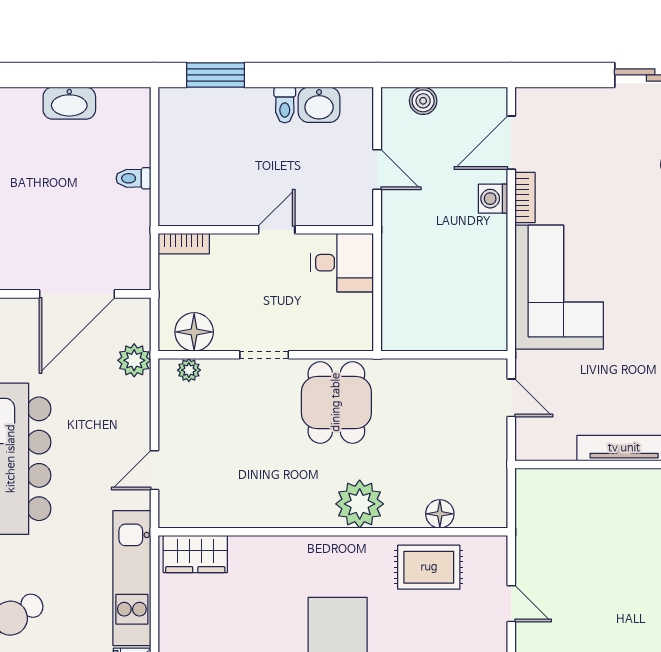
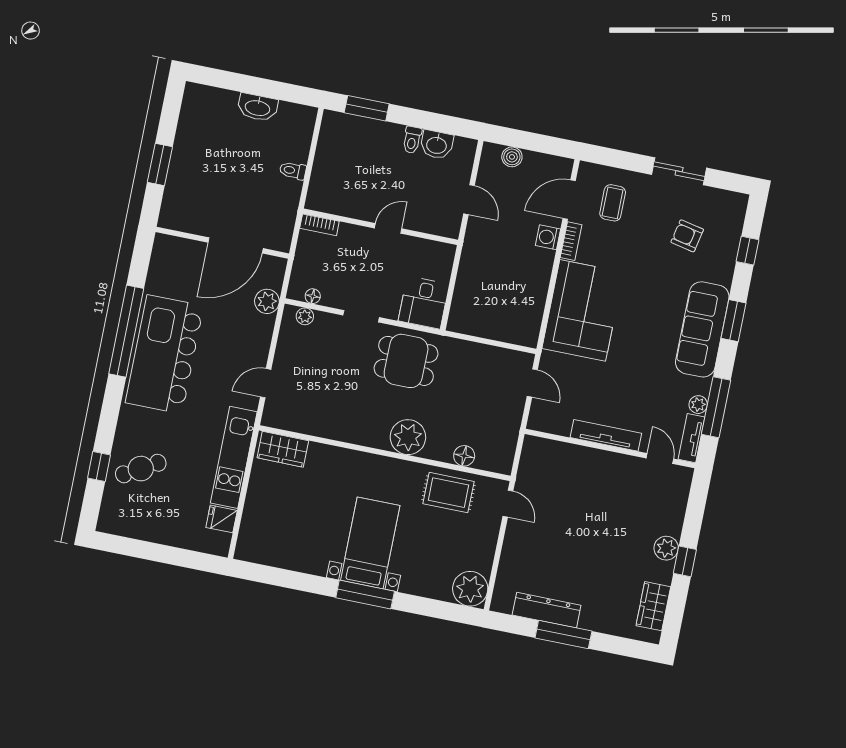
coffee table: (570, 135) -> (613, 203), added
desk: (342, 263) -> (424, 303), moved, turned 90
floor lamp: (194, 332) -> (313, 296), width x0.53, depth x0.53
dining table: (336, 402) -> (406, 361), turned 90
door: (511, 604) -> (508, 504), moved

